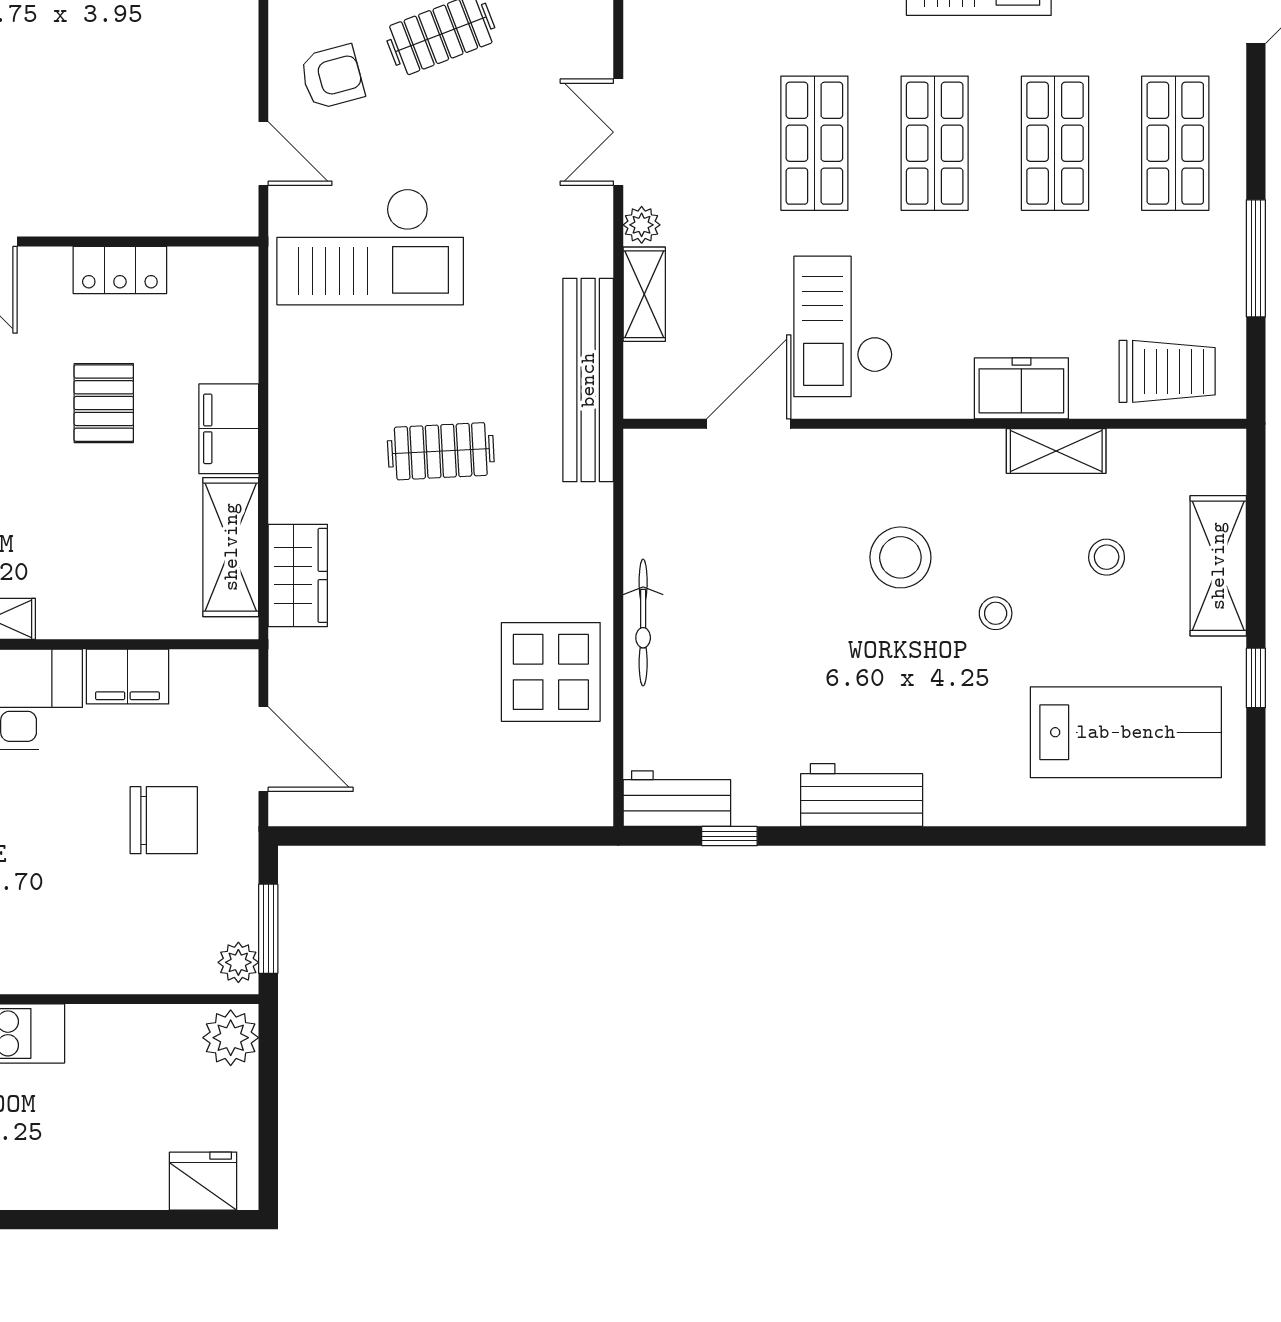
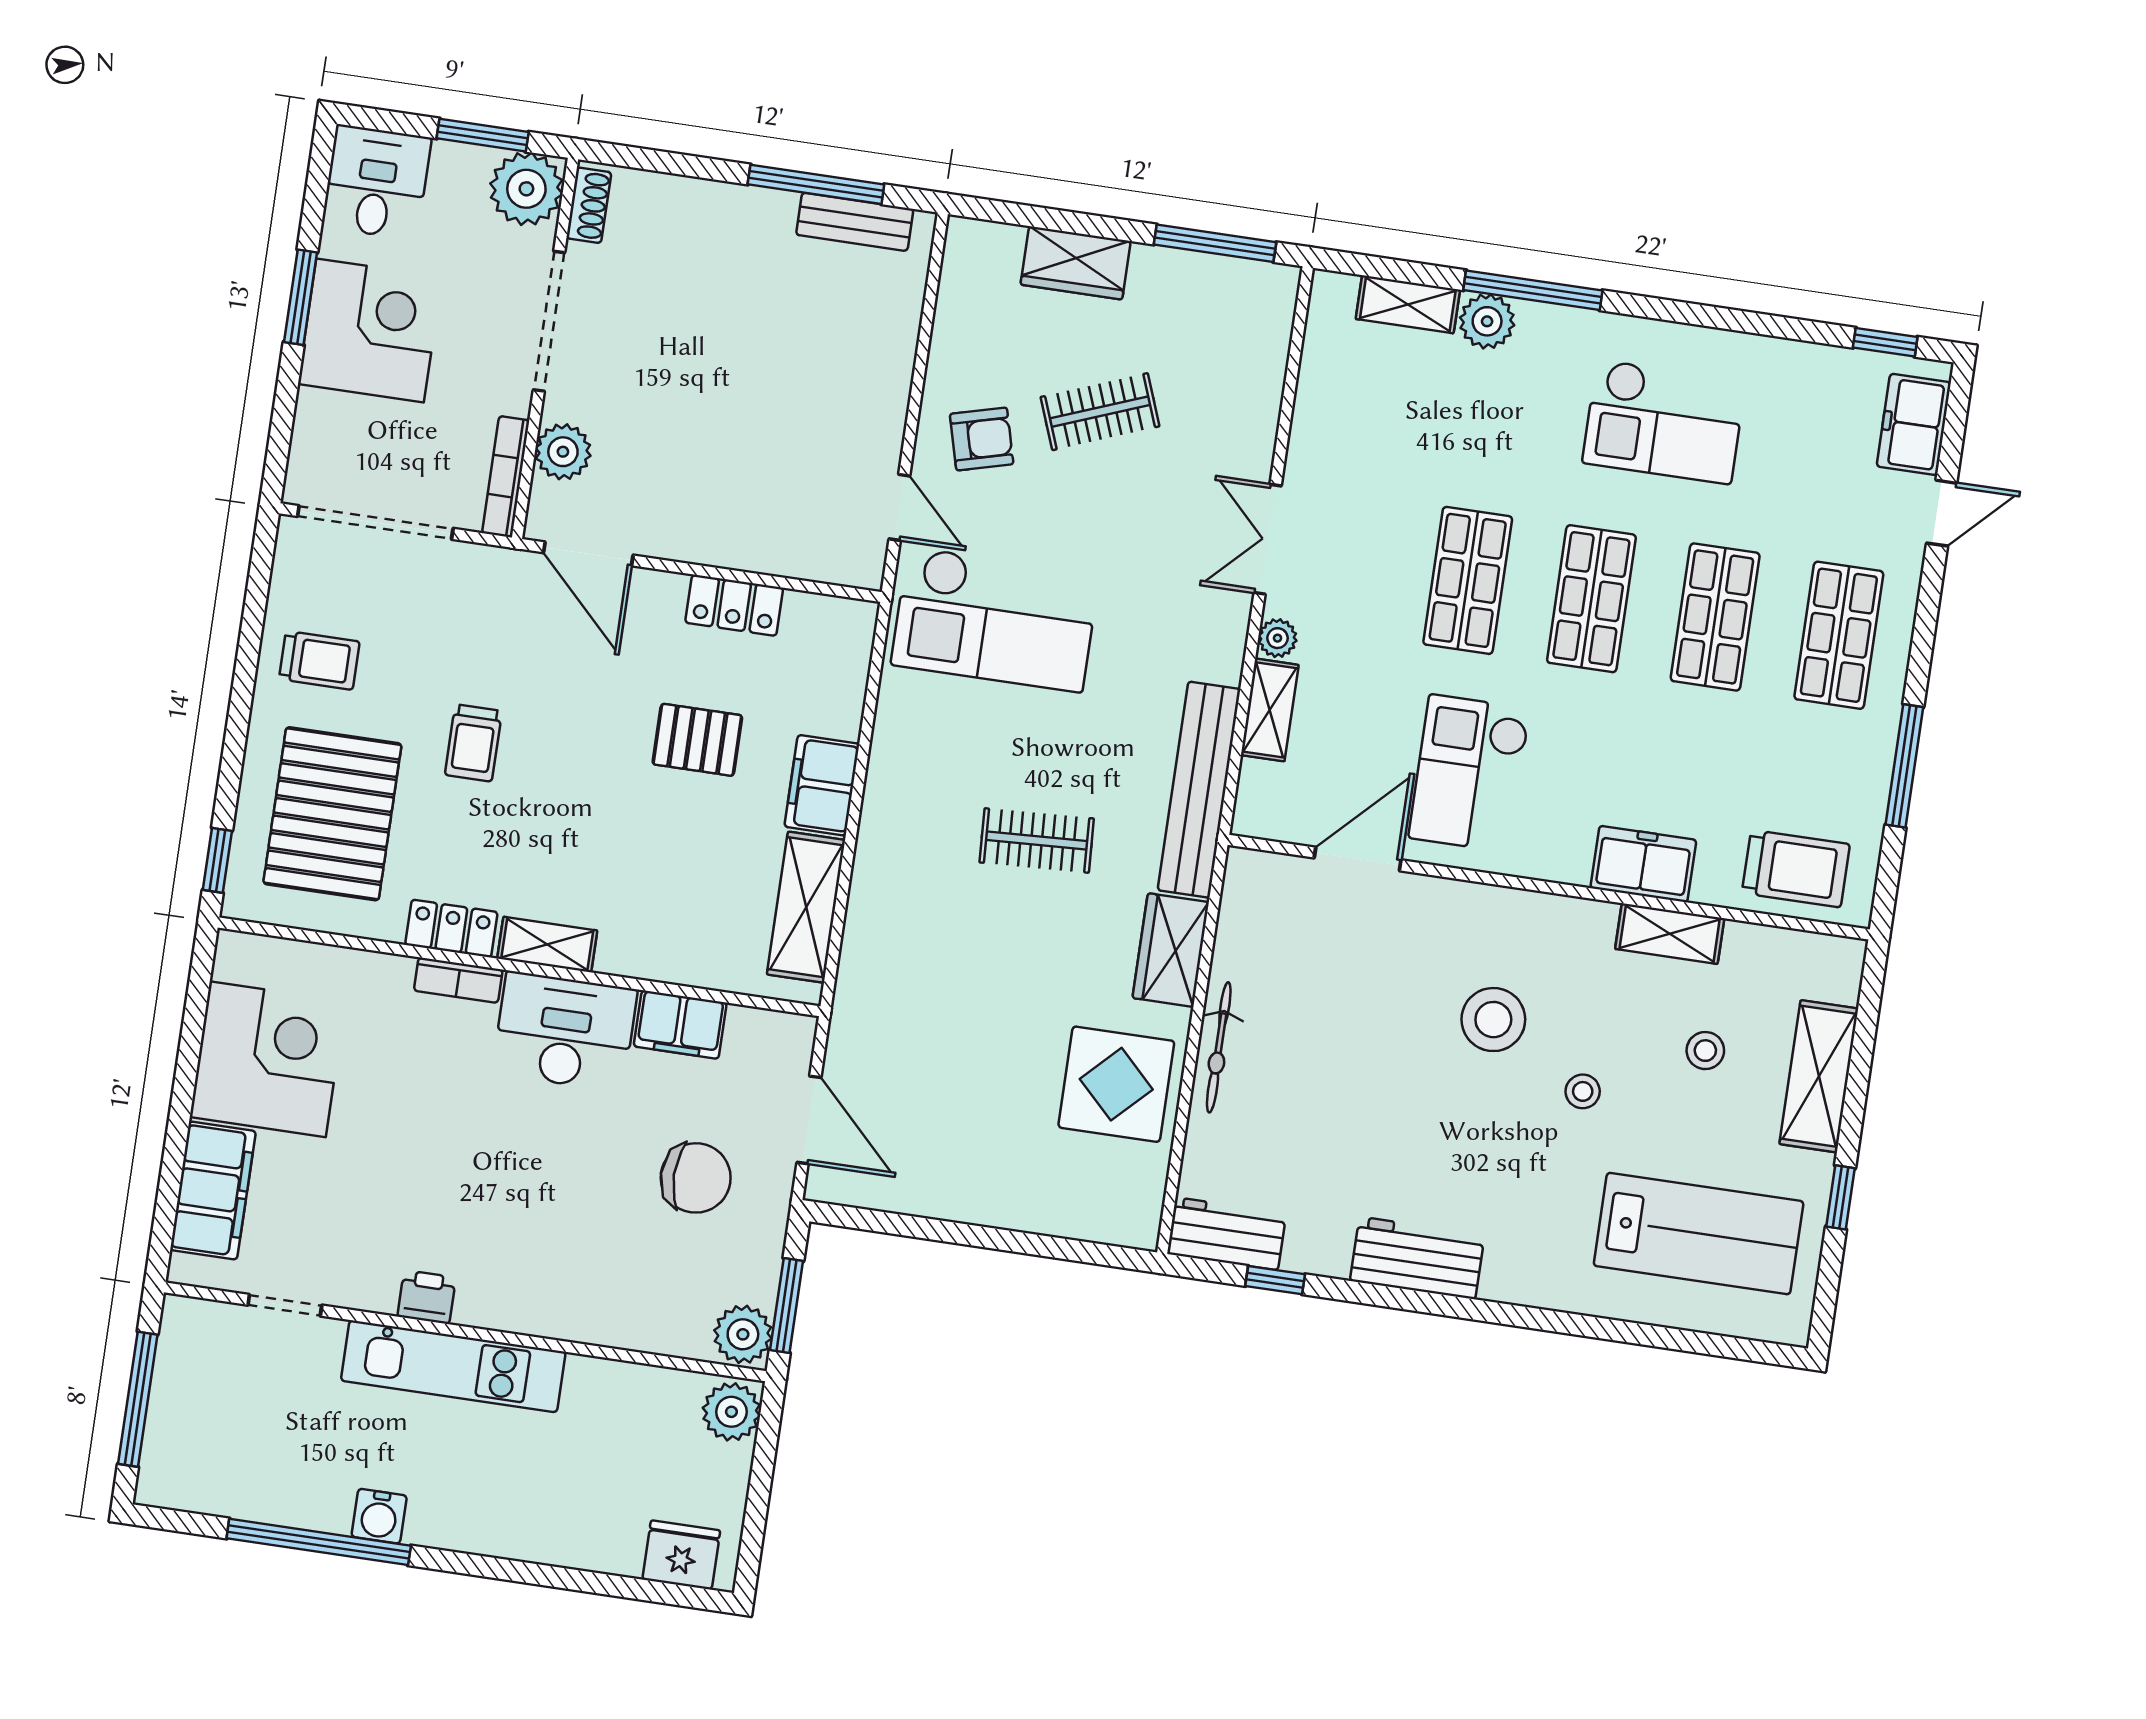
pallet: (104, 403) -> (697, 740), turned 90
wardrobe: (298, 575) -> (1171, 950), moved, turned 180
plant: (238, 962) -> (743, 1334), width x1.38, depth x1.38

